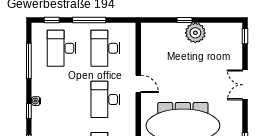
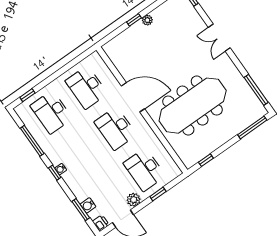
window: (89, 20) -> (57, 74), removed
plant: (195, 33) -> (147, 20), width x0.53, depth x0.53
door: (138, 84) -> (133, 97), width x1.88
window: (29, 111) -> (55, 173), moved

